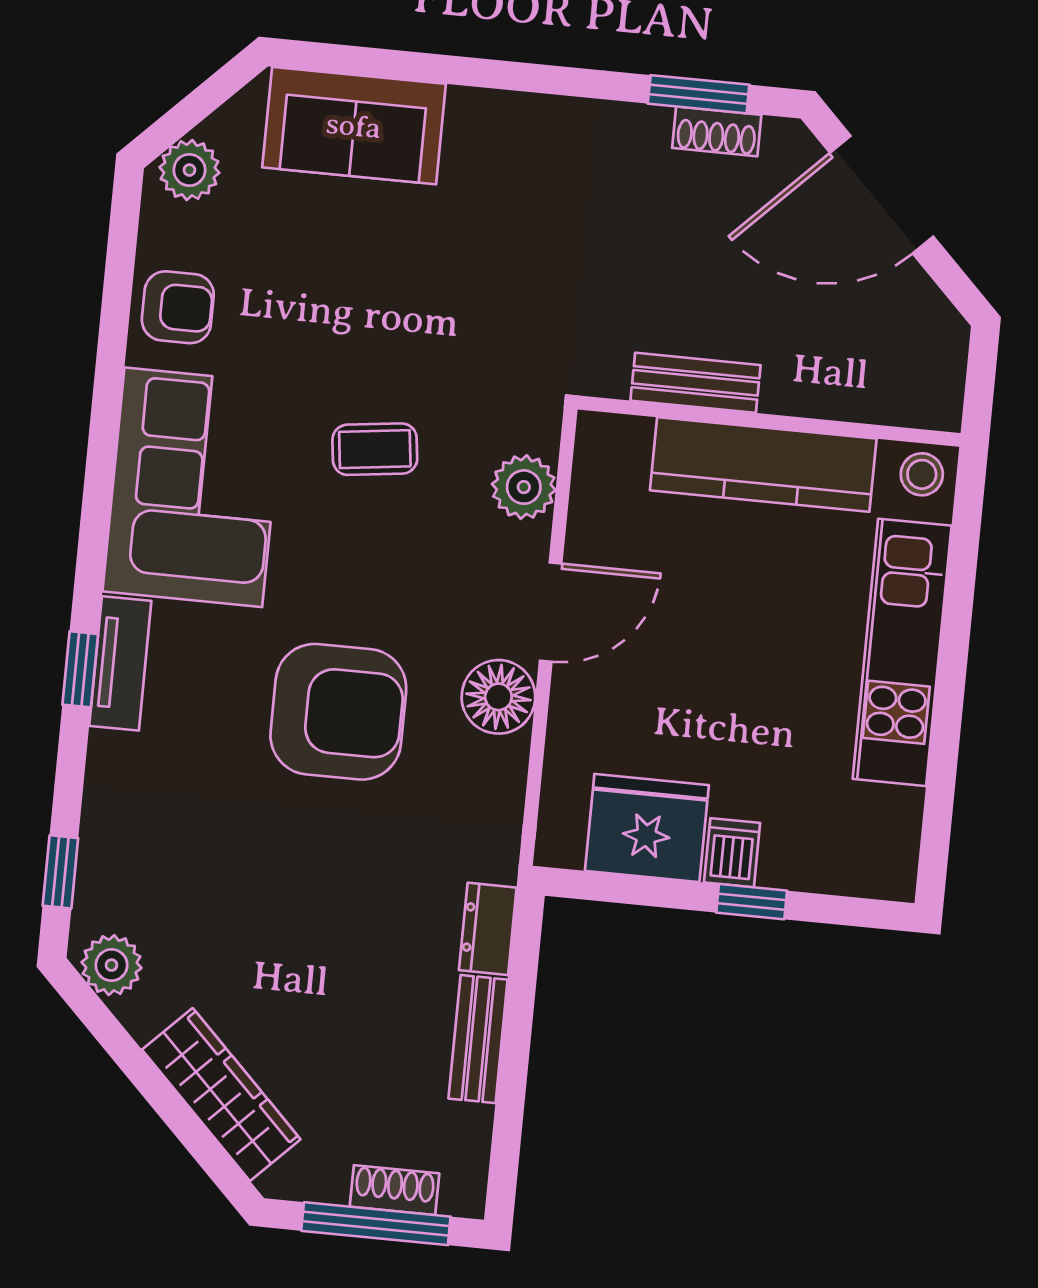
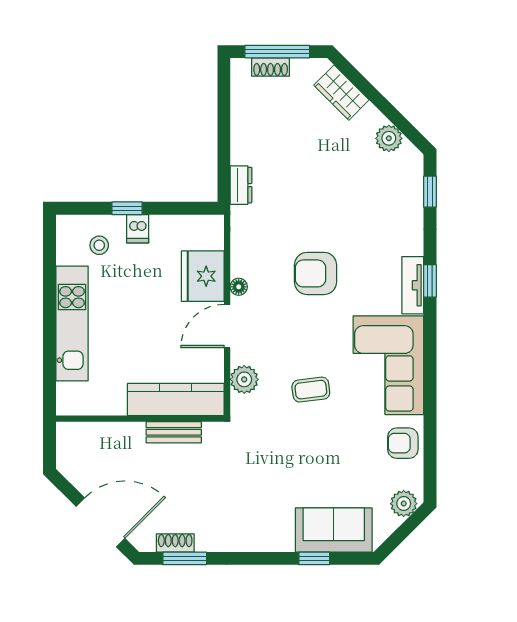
window: (404, 65) -> (314, 558), added
kitchen counter: (763, 464) -> (176, 400), moved
stool: (922, 474) -> (99, 245), moved
floor lamp: (498, 697) -> (239, 287), width x0.53, depth x0.53
armchair: (338, 712) -> (316, 273), width x0.73, depth x0.73
fridge: (647, 828) -> (203, 276), moved, turned 90
plant: (111, 965) -> (389, 138), moved
bench: (478, 1039) -> (241, 137), removed
wardrobe: (221, 1094) -> (341, 93), width x0.67

